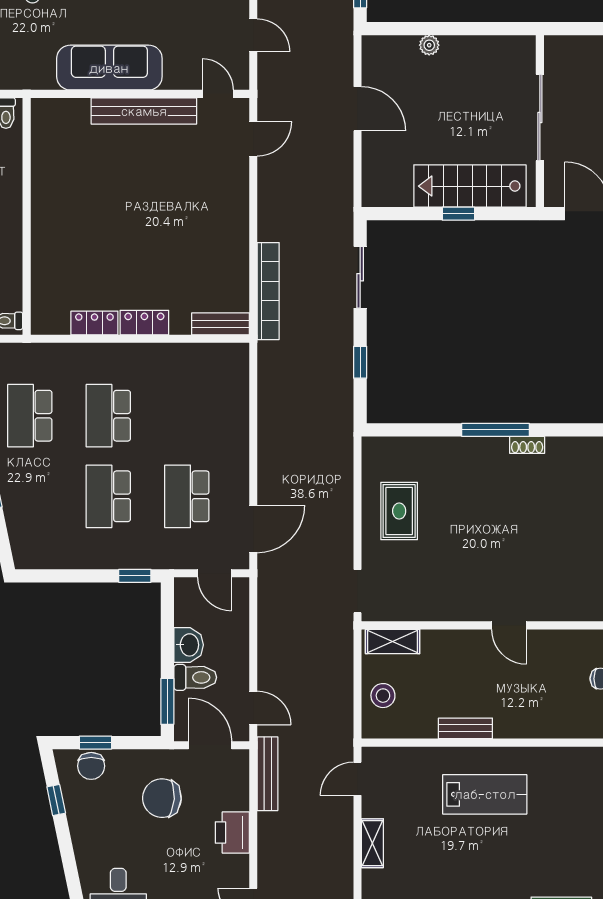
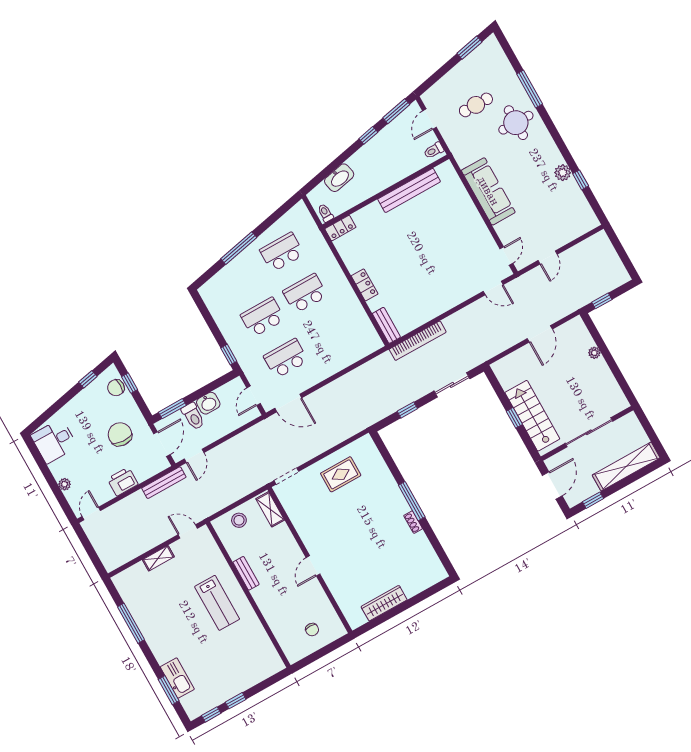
bench: (144, 111) -> (409, 190), moved, turned 90
locker: (94, 323) -> (340, 228), moved, turned 90

